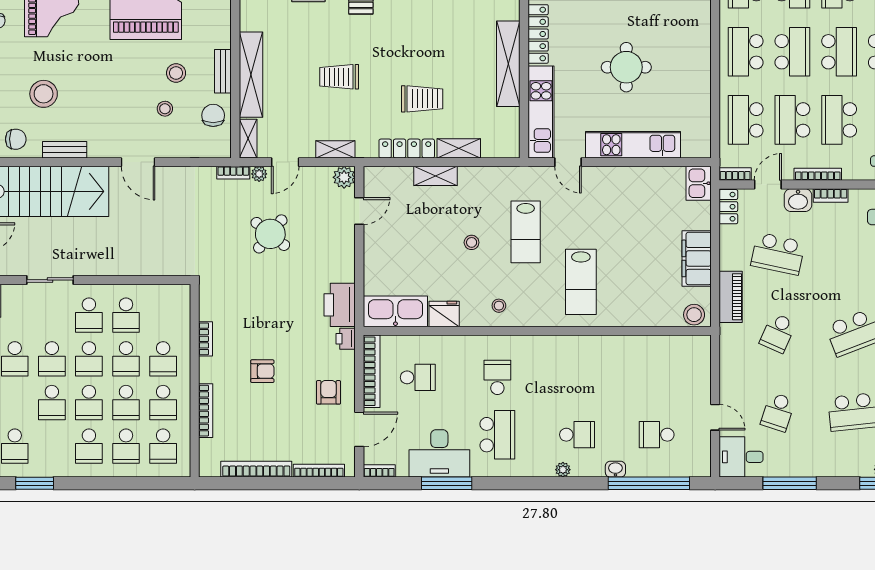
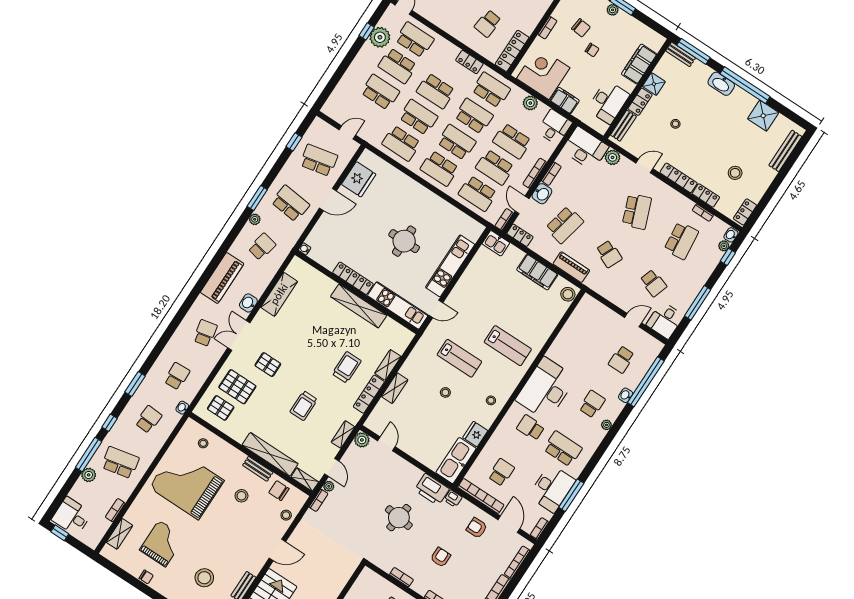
stool: (165, 109) -> (286, 515), moved
round table: (270, 234) -> (399, 518), moved, turned -32
desk: (558, 365) -> (546, 389), added

